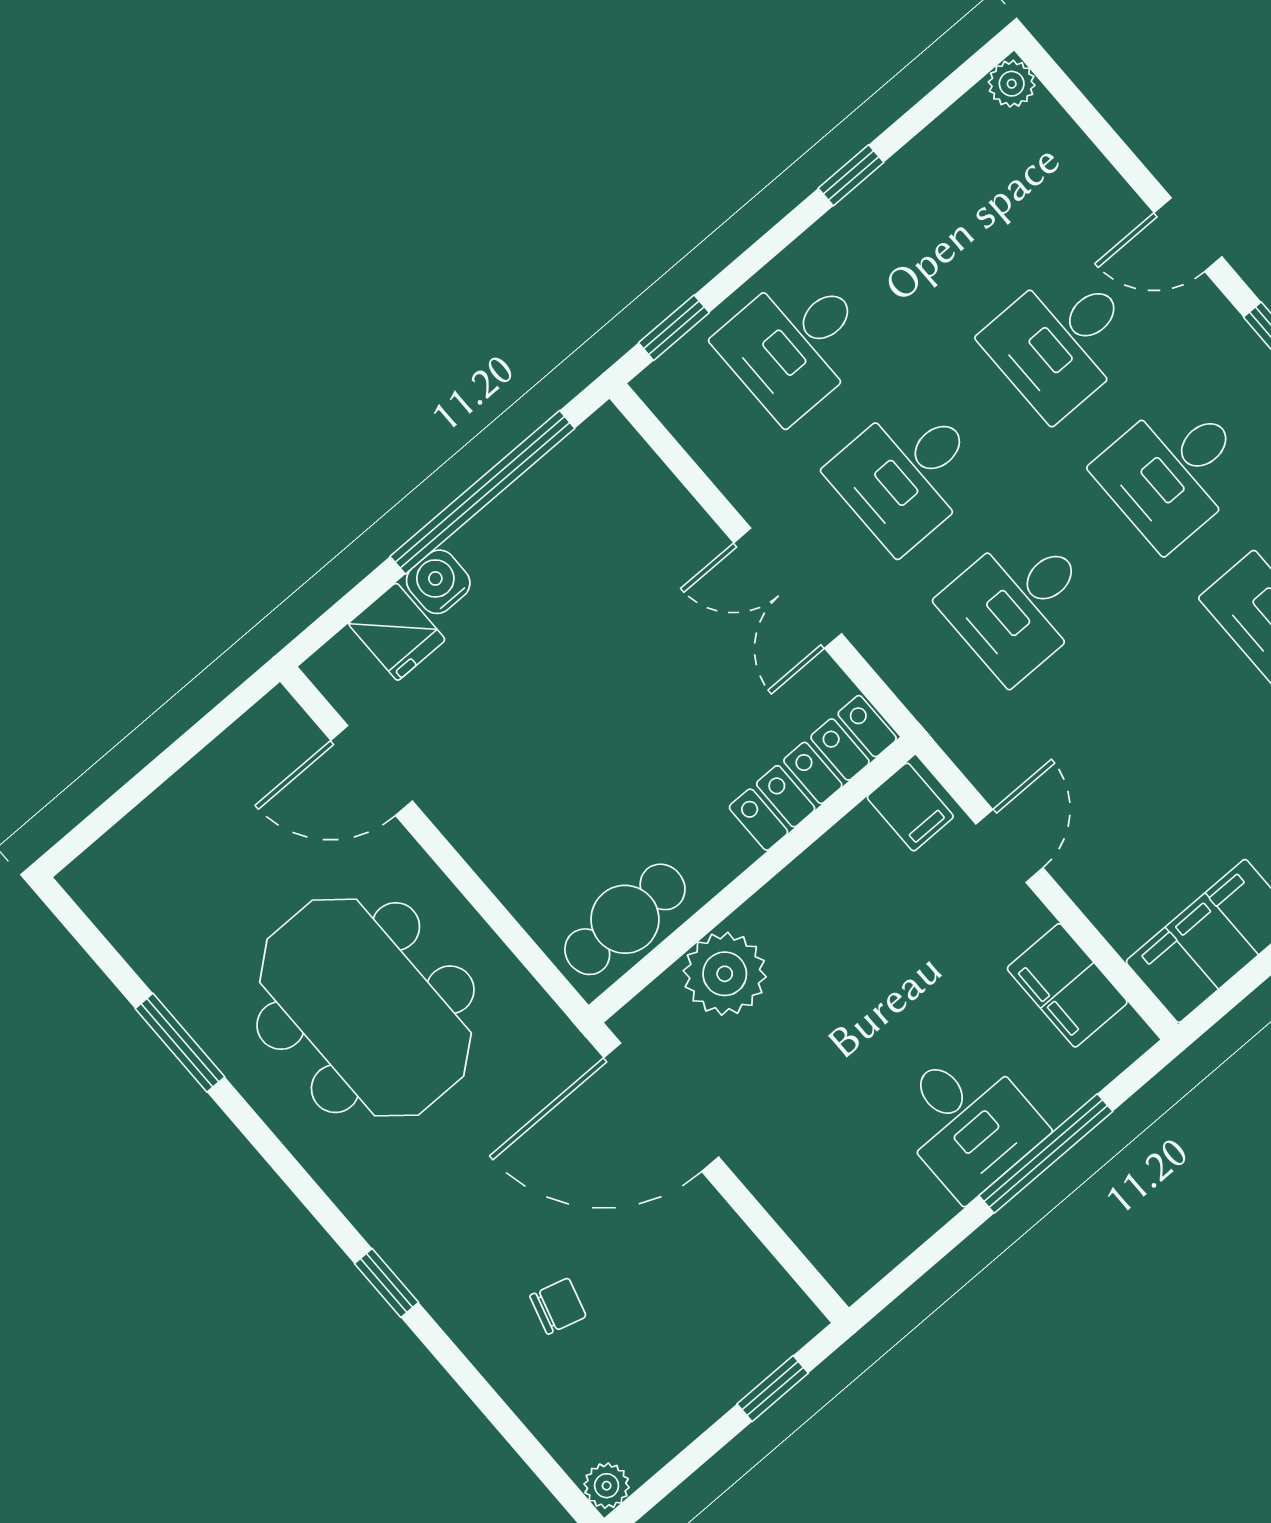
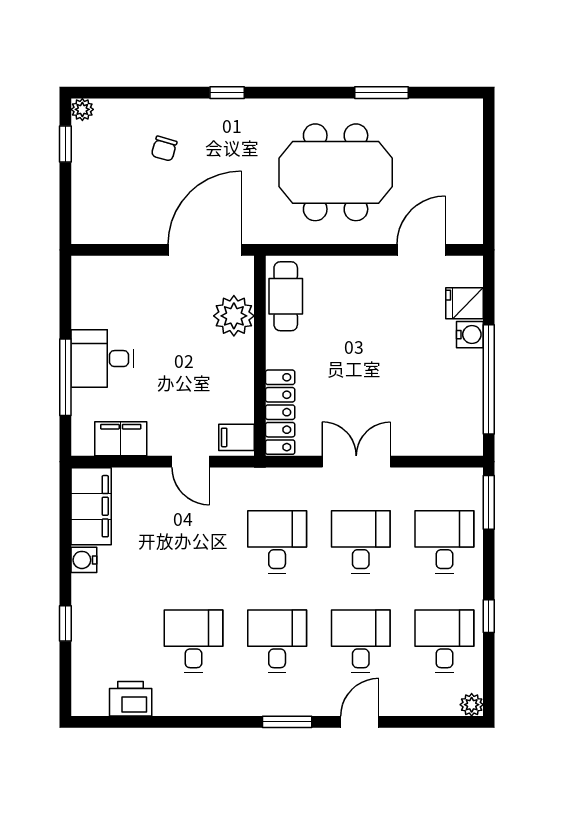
desk: (949, 211) -> (444, 641), added
window: (674, 328) -> (489, 502), width x1.50
window: (773, 1389) -> (65, 144), moved

